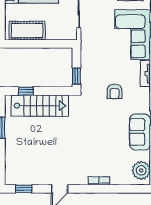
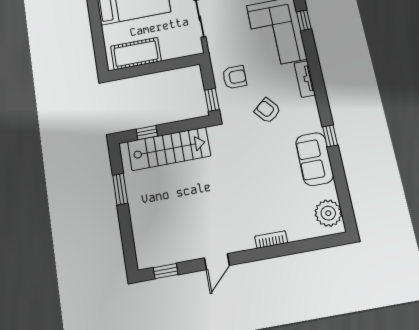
armchair: (96, 63) -> (234, 77), added
armchair: (114, 92) -> (268, 111), turned 140

